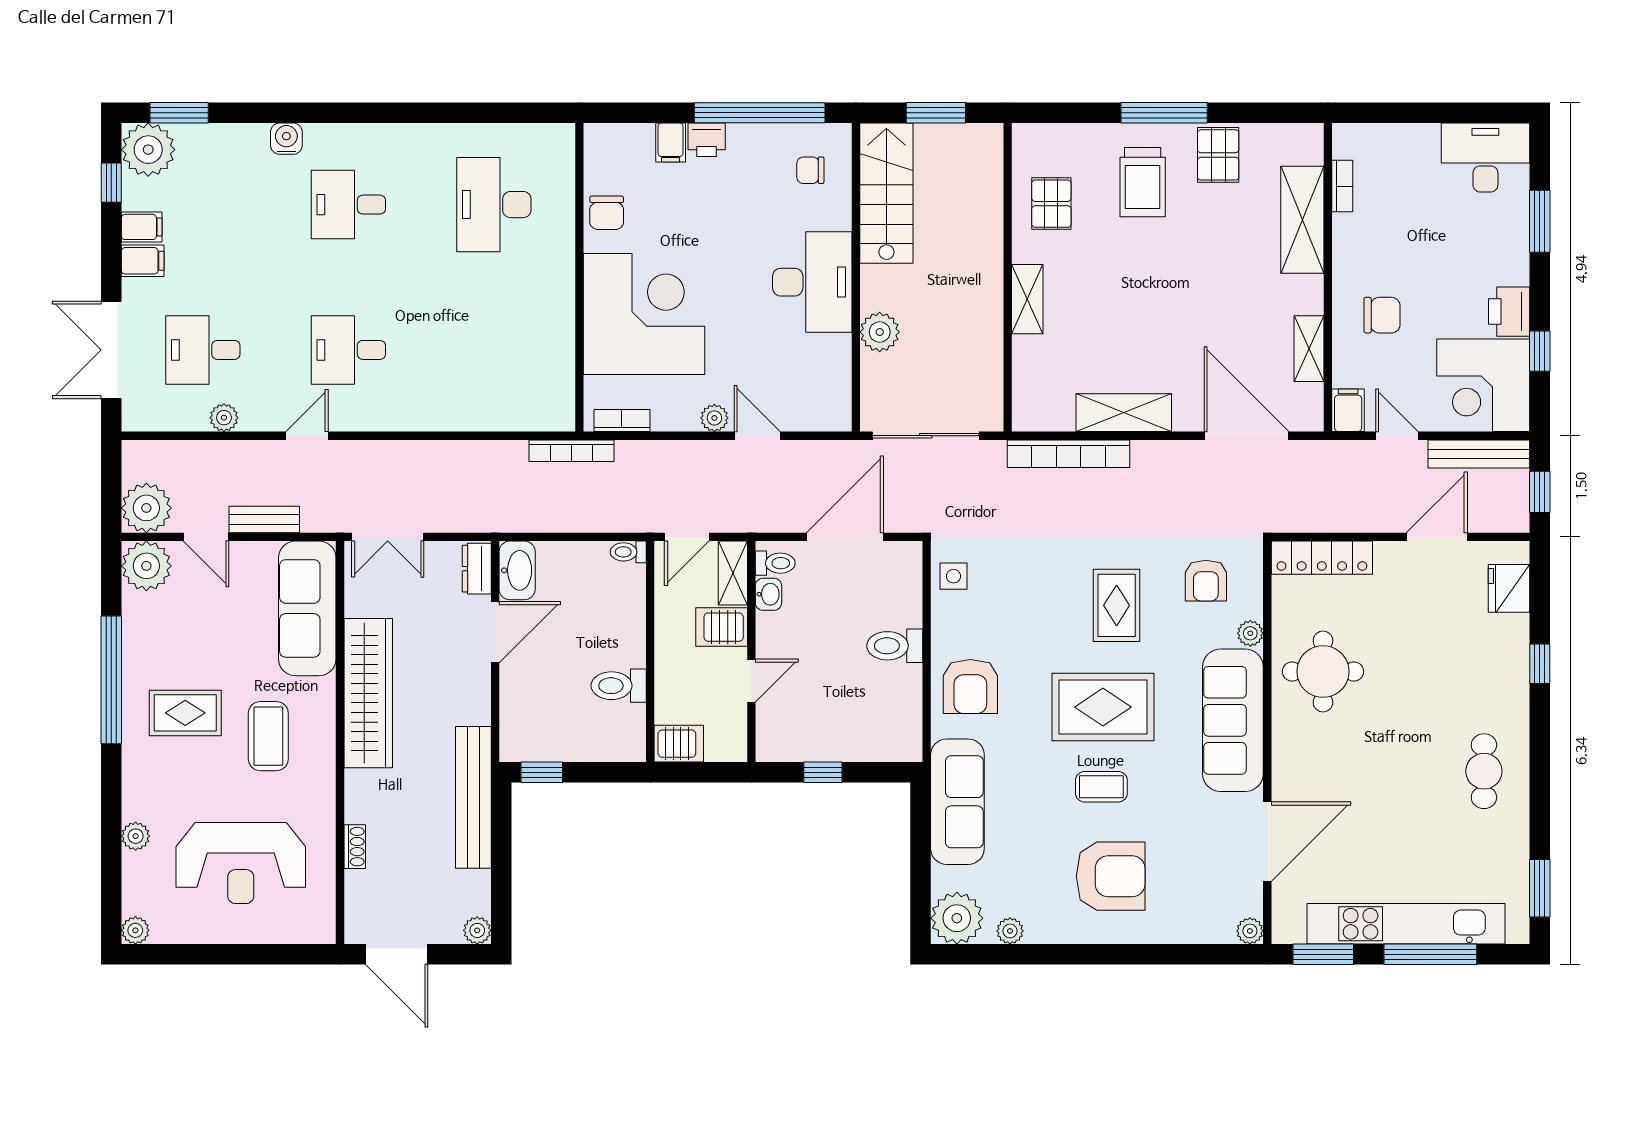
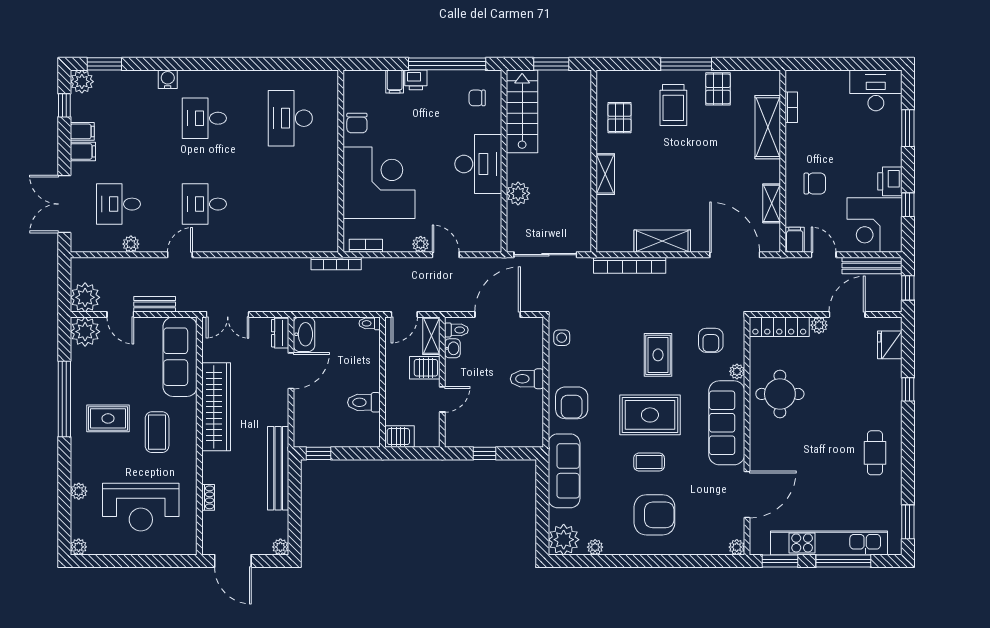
plant: (148, 150) -> (82, 82), width x0.73, depth x0.73
plant: (1389, 555) -> (819, 325), added

